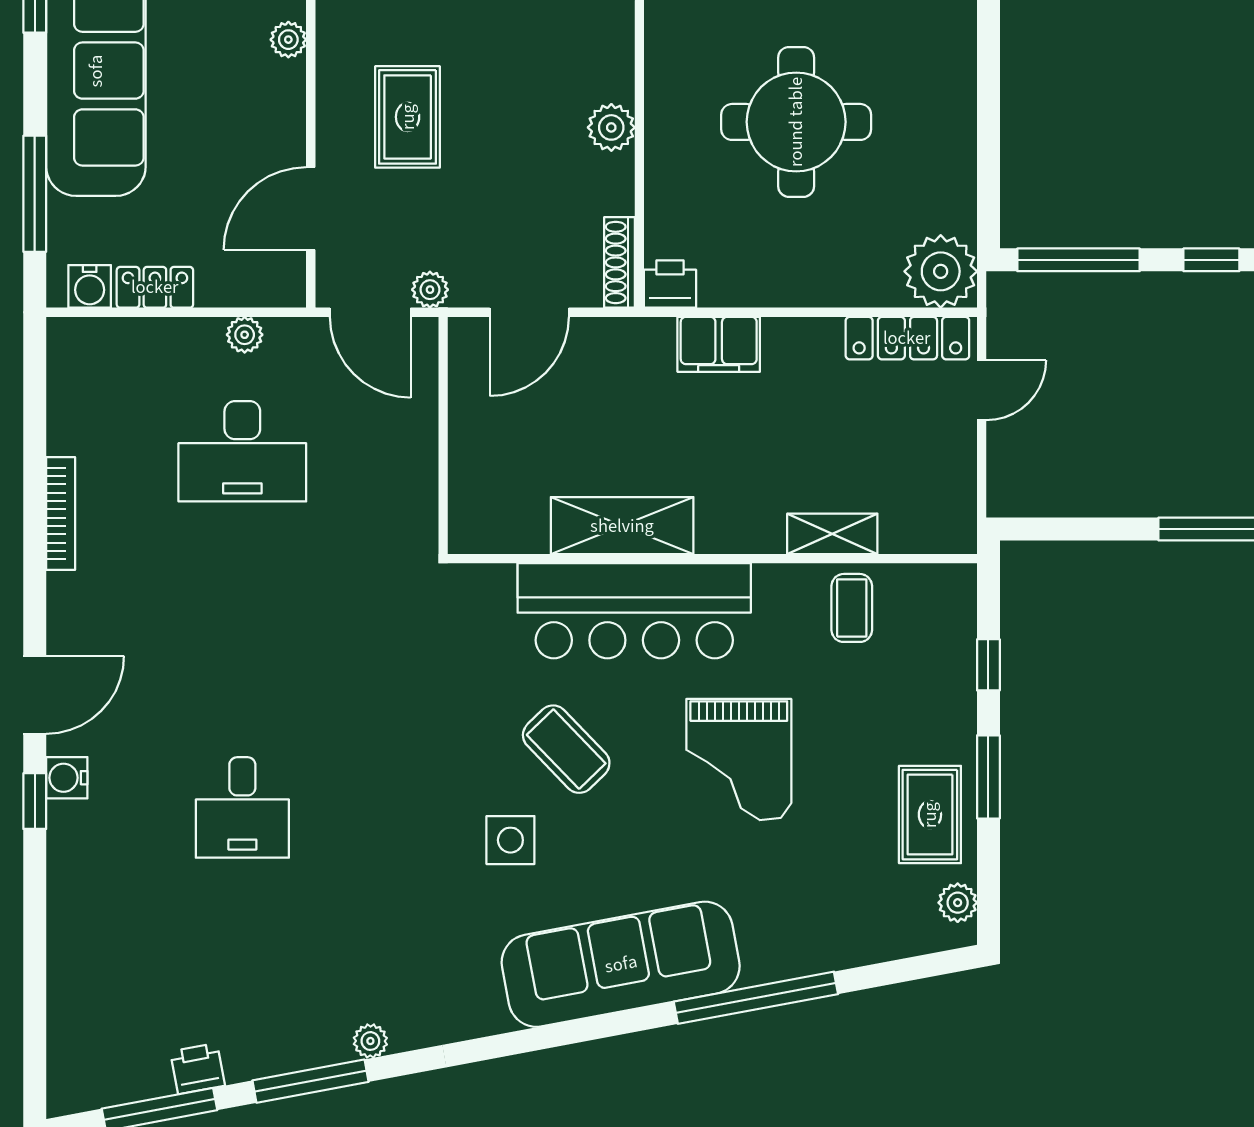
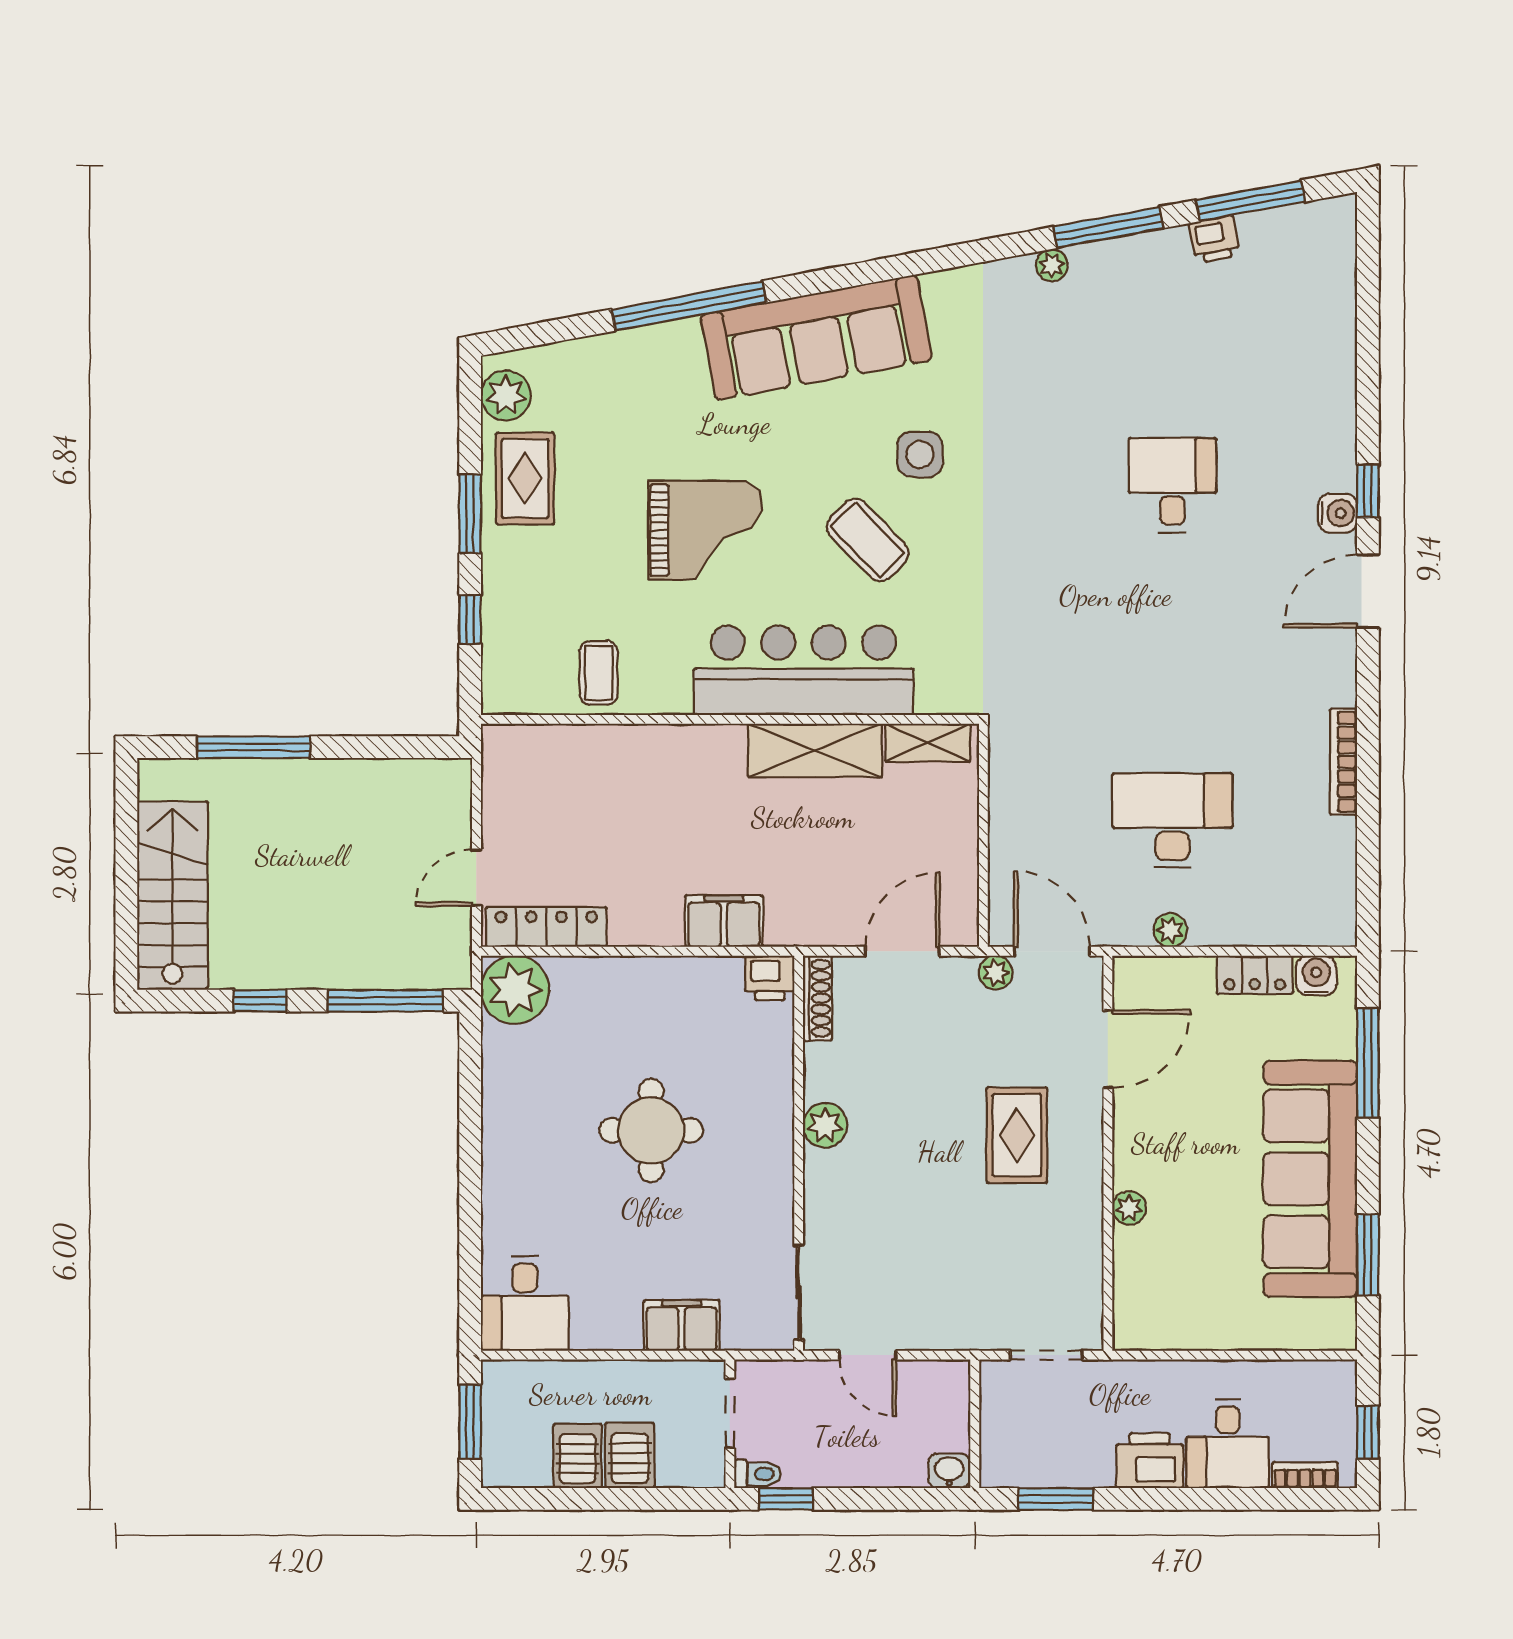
round table: (796, 122) -> (651, 1130), width x0.73, depth x0.73
shelving: (832, 534) -> (928, 743), moved
grand piano: (739, 760) -> (705, 530), turned 90
plant: (958, 903) -> (506, 395), width x1.38, depth x1.38

